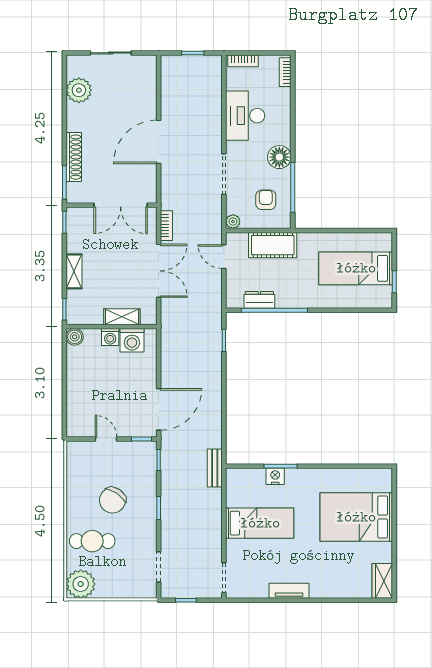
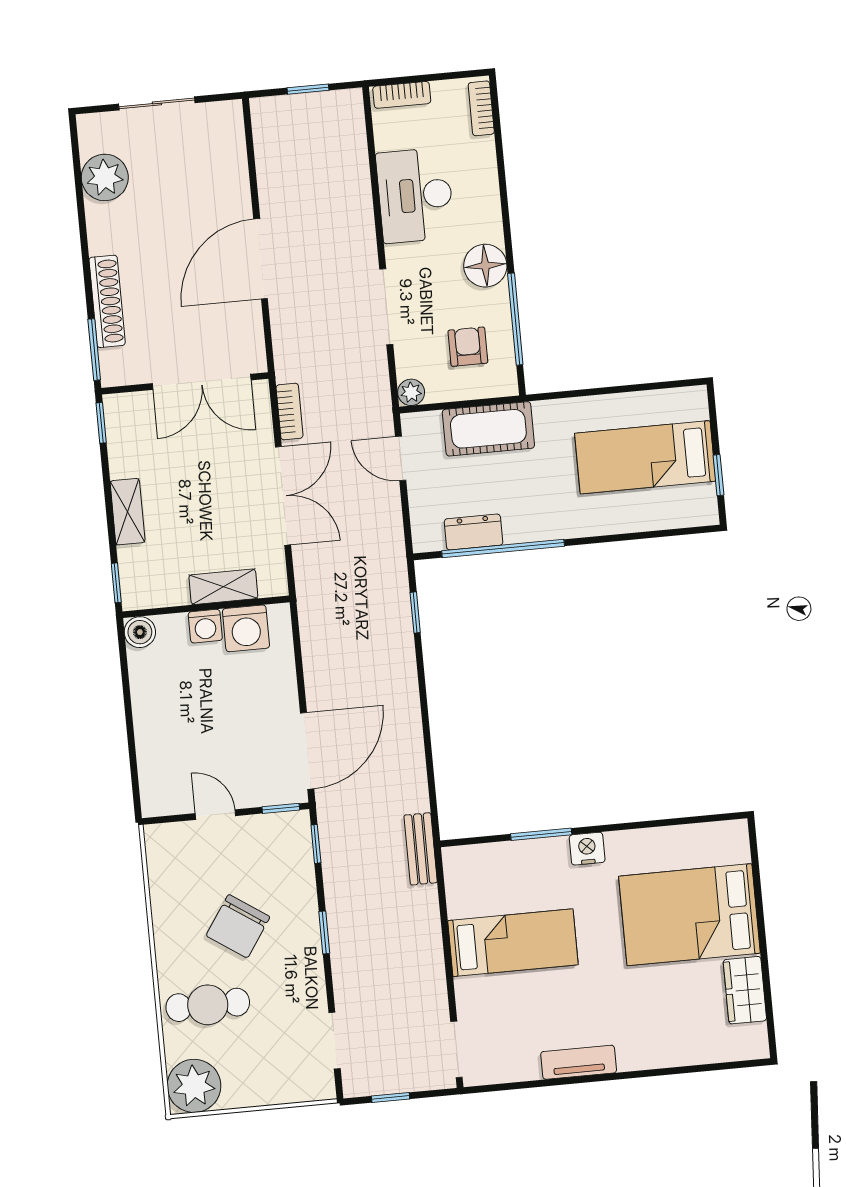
nightstand: (275, 476) -> (587, 849), moved
wardrobe: (382, 581) -> (745, 990), moved

